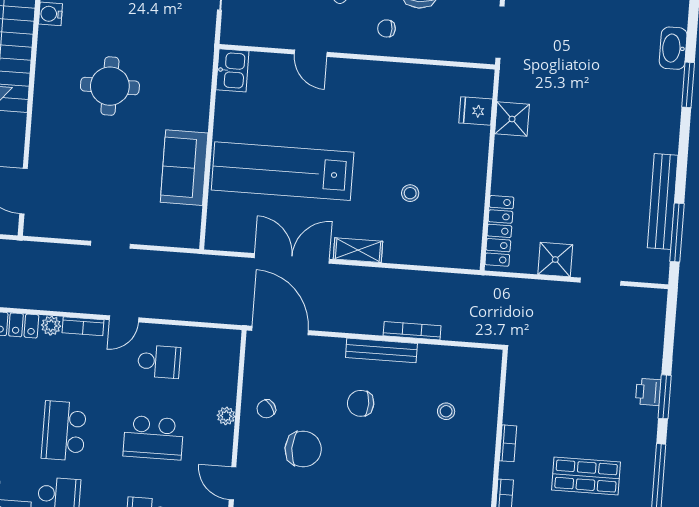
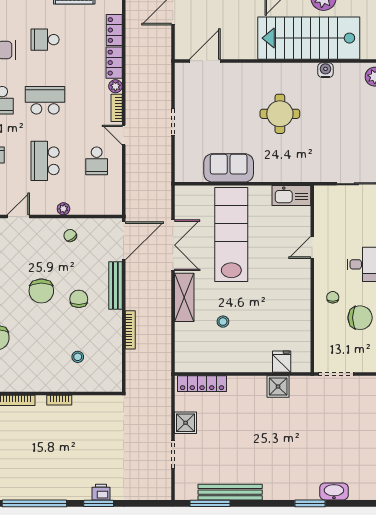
kitchen sink: (232, 70) -> (291, 196), width x1.38
shelving: (358, 250) -> (184, 297), width x1.50, depth x1.33
bench: (381, 350) -> (115, 285), moved
chair: (303, 449) -> (41, 291), moved
shop shelf: (586, 476) -> (41, 454), removed

